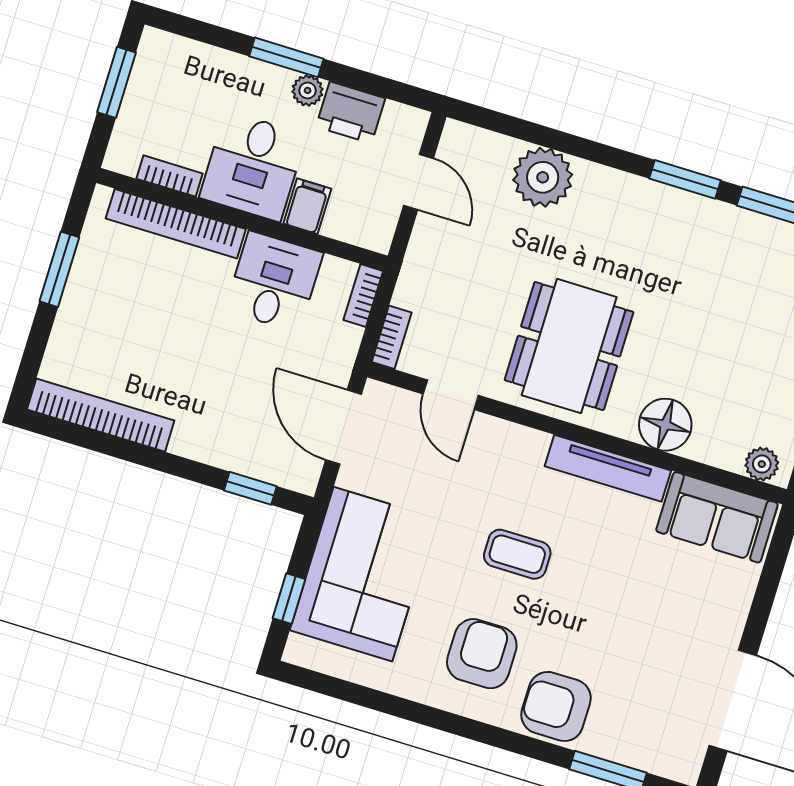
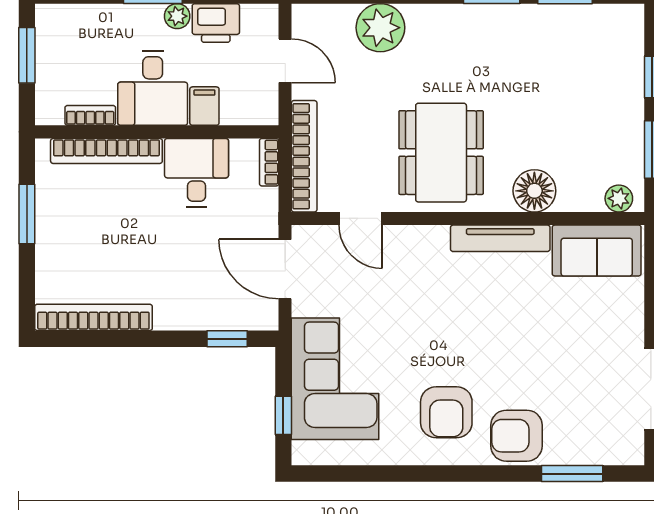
bookcase: (392, 337) -> (304, 156), width x2.31, depth x1.31
coffee table: (517, 554) -> (450, 327), removed
armchair: (482, 654) -> (446, 412), turned 180

